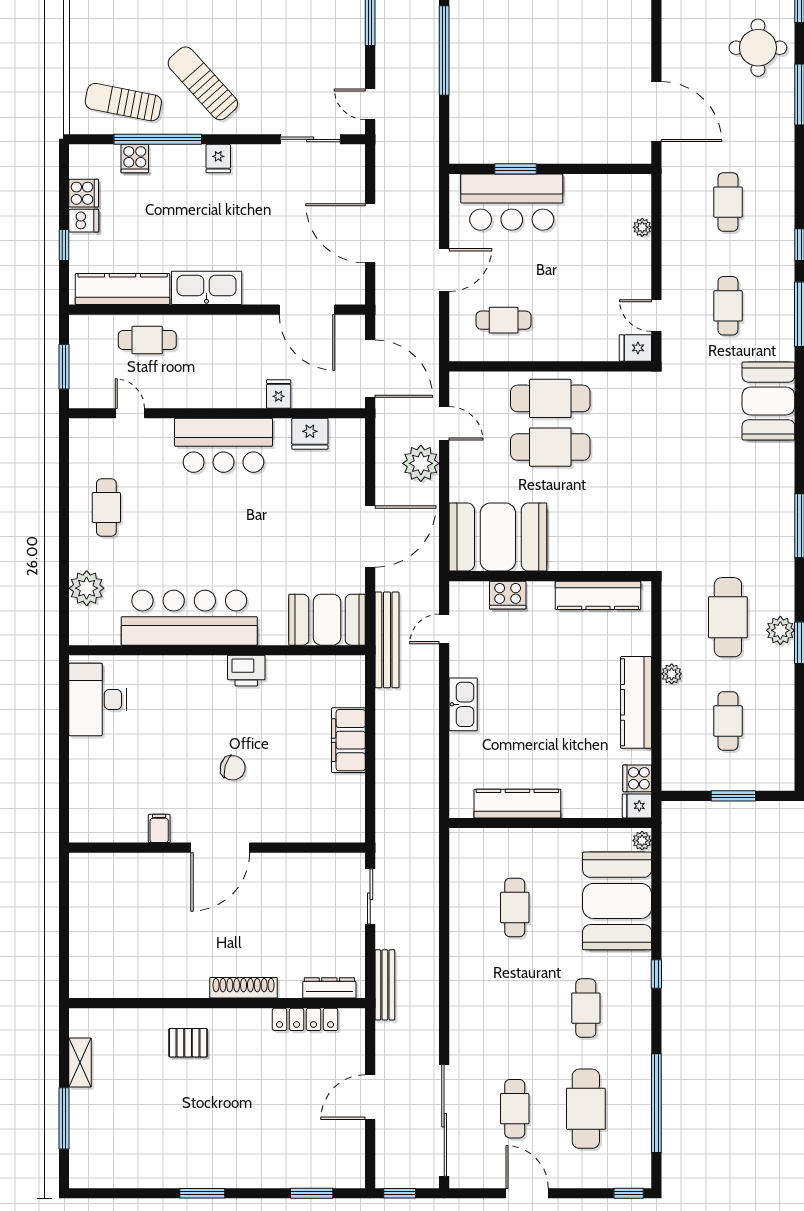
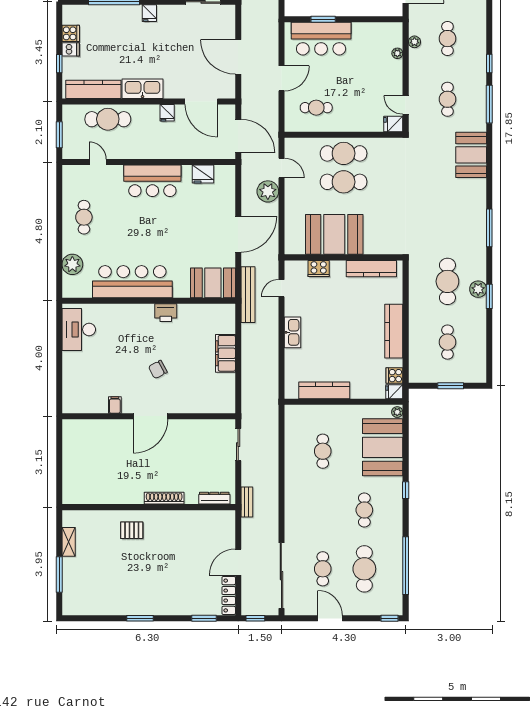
cooker: (135, 159) -> (101, 13), removed
cafe table: (147, 340) -> (108, 119), width x1.37, depth x1.35
fridge: (279, 394) -> (167, 113), moved, turned 180
booth: (498, 537) -> (334, 234), moved
plant: (672, 674) -> (414, 42), moved
chair: (233, 768) -> (158, 369), turned 135
bench: (385, 985) -> (247, 502), width x0.73
locker: (305, 1019) -> (229, 596), moved, turned 90

